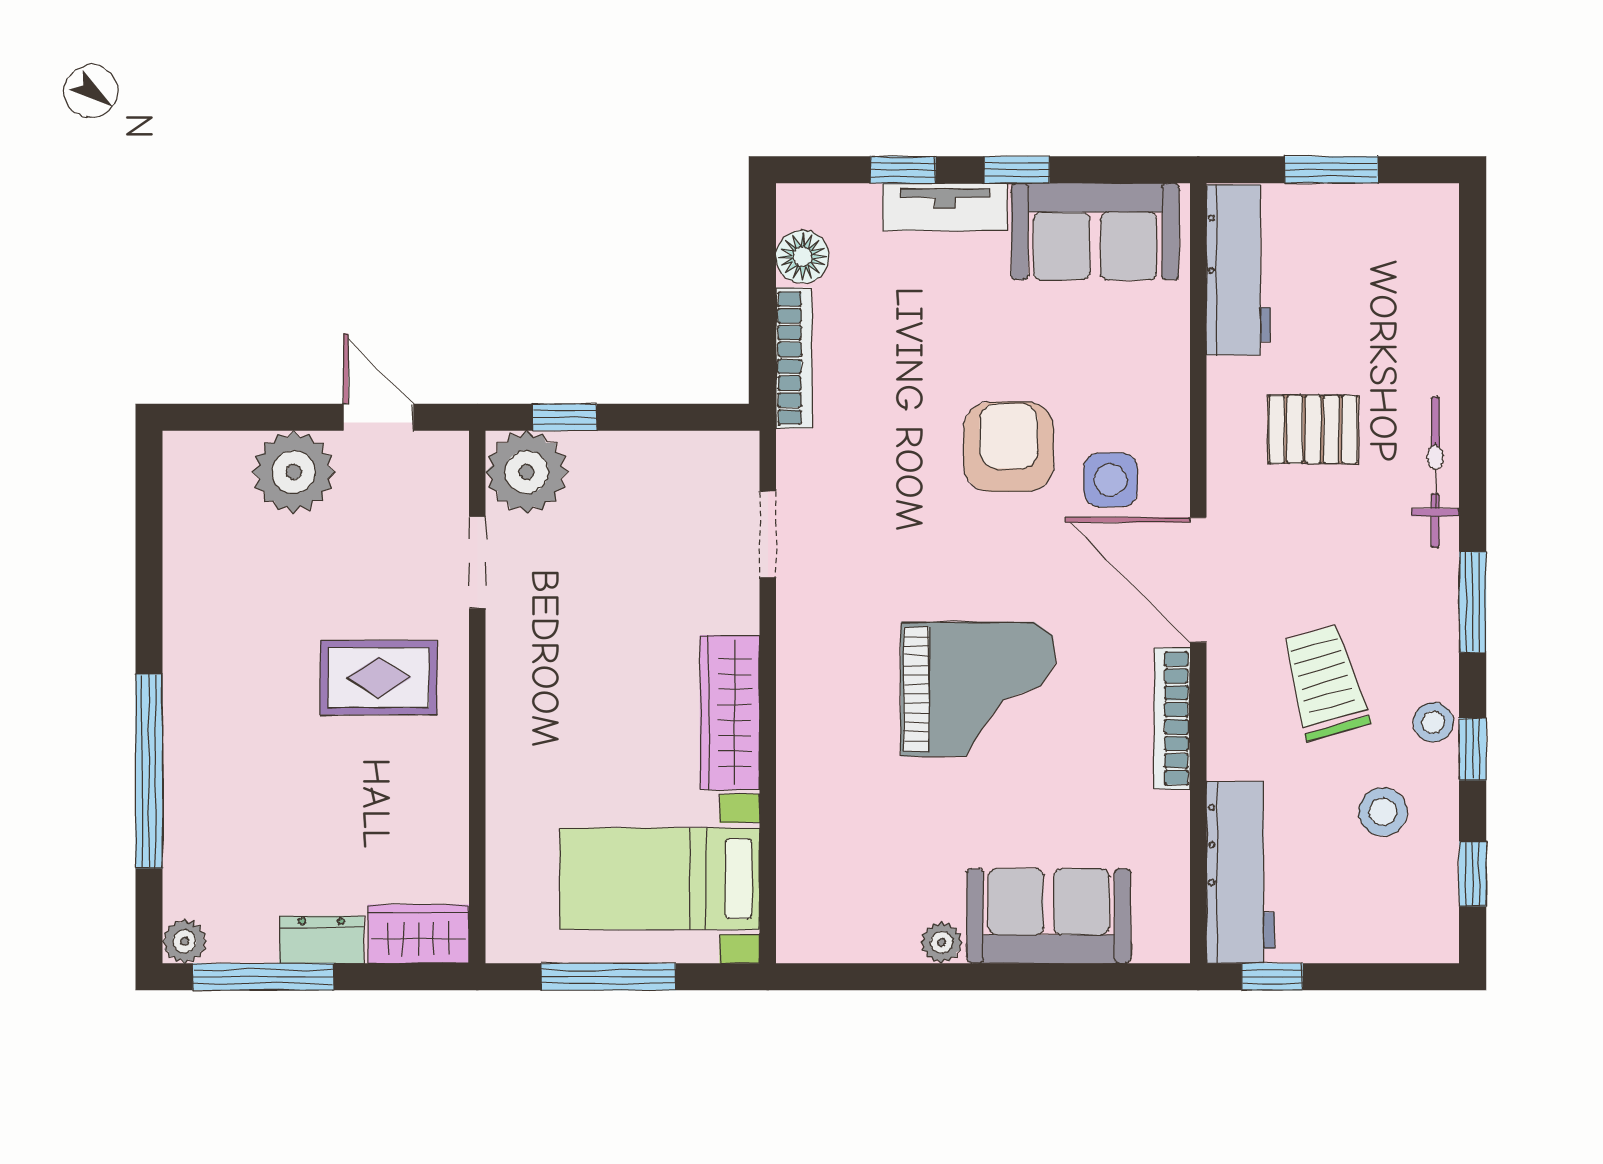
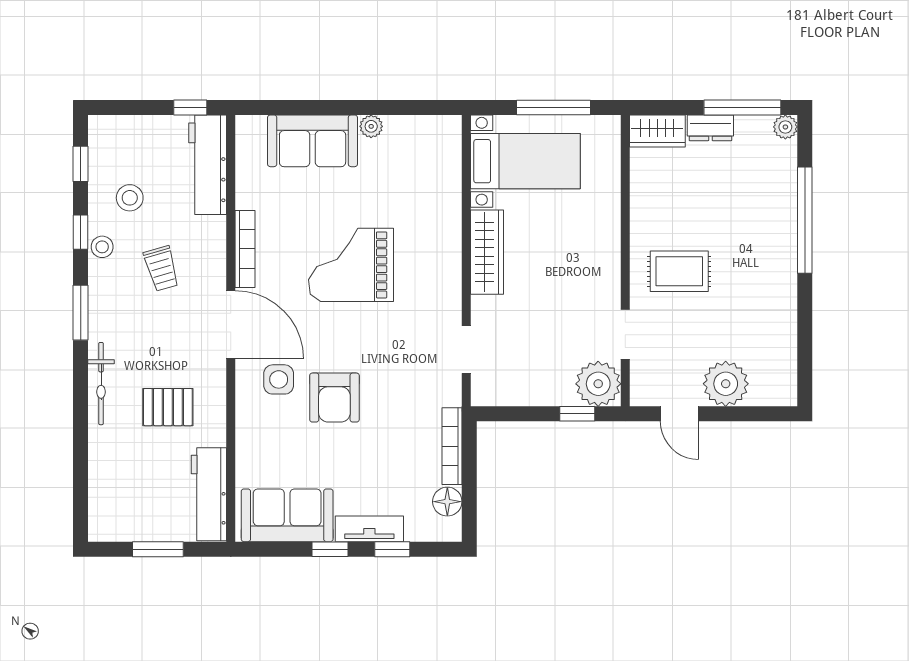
trolley: (1325, 683) -> (161, 268), width x0.73, depth x0.72

